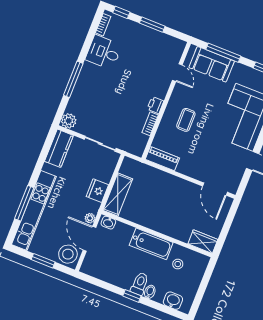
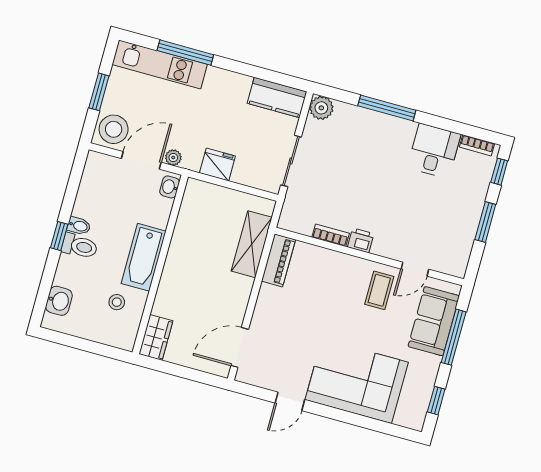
coffee table: (186, 120) -> (379, 290), moved, turned 90
shelving: (118, 195) -> (252, 244), moved, turned 90
kitchen unit: (34, 210) -> (160, 64), width x0.73
bidet: (150, 292) -> (79, 226), moved

